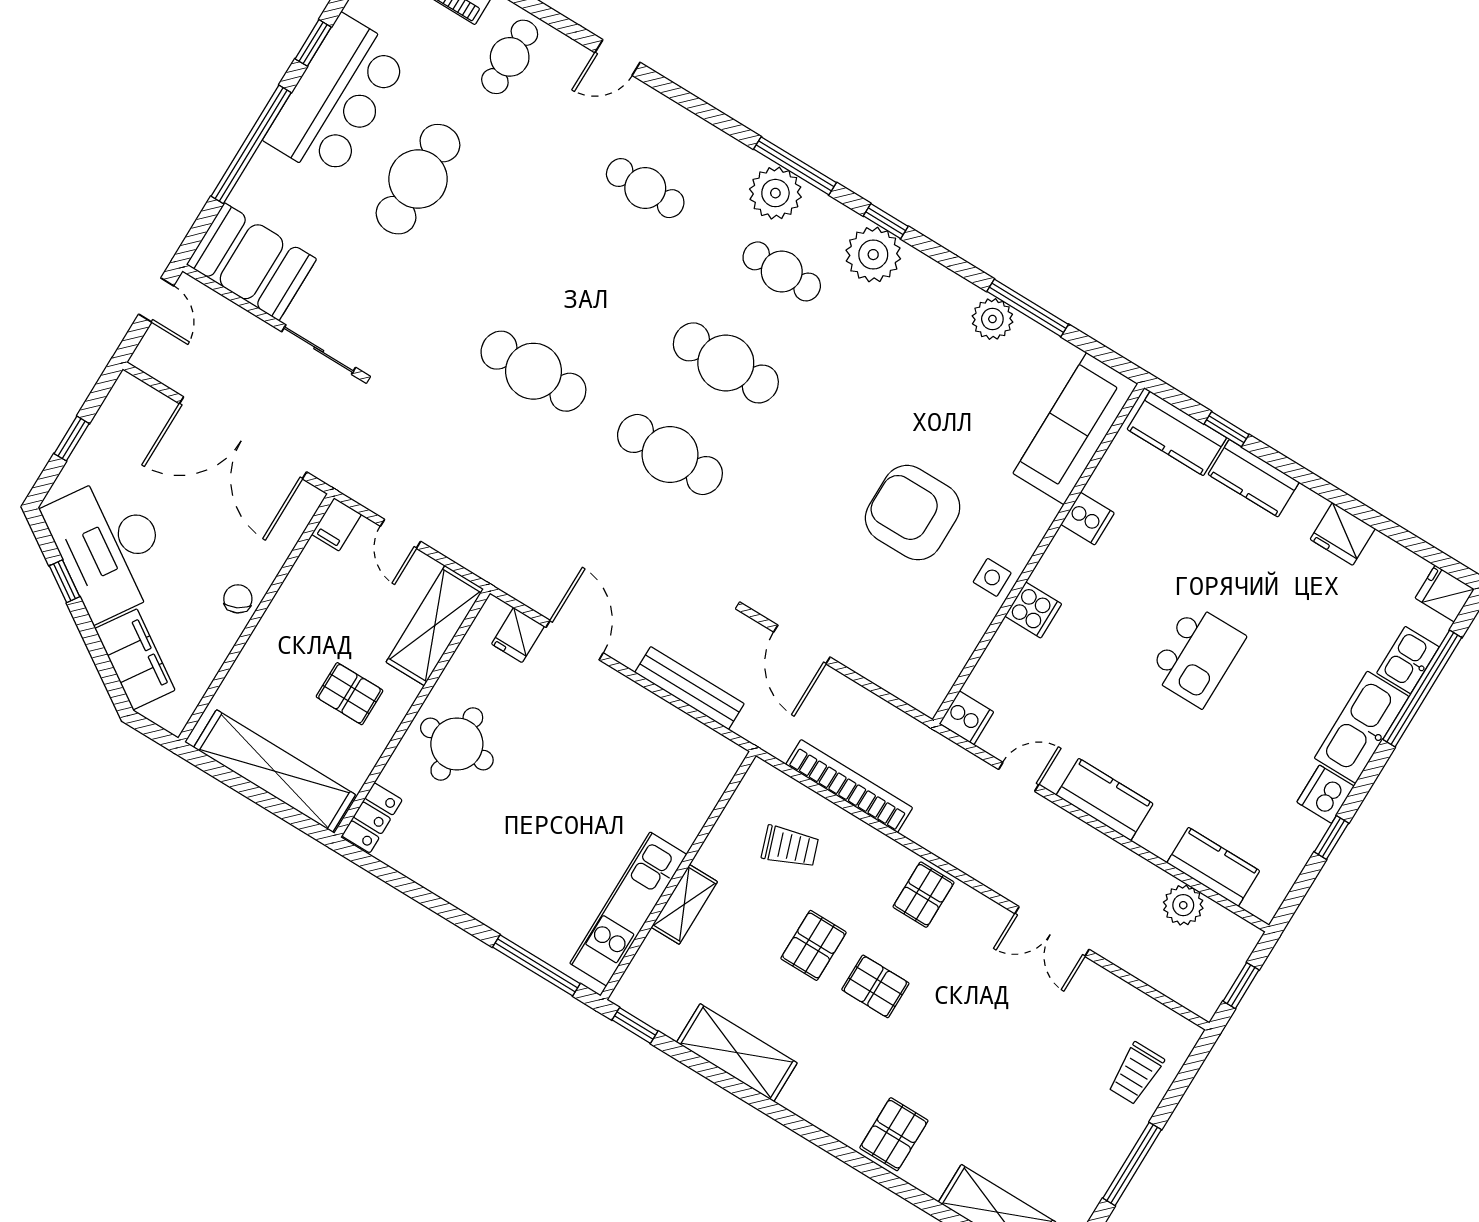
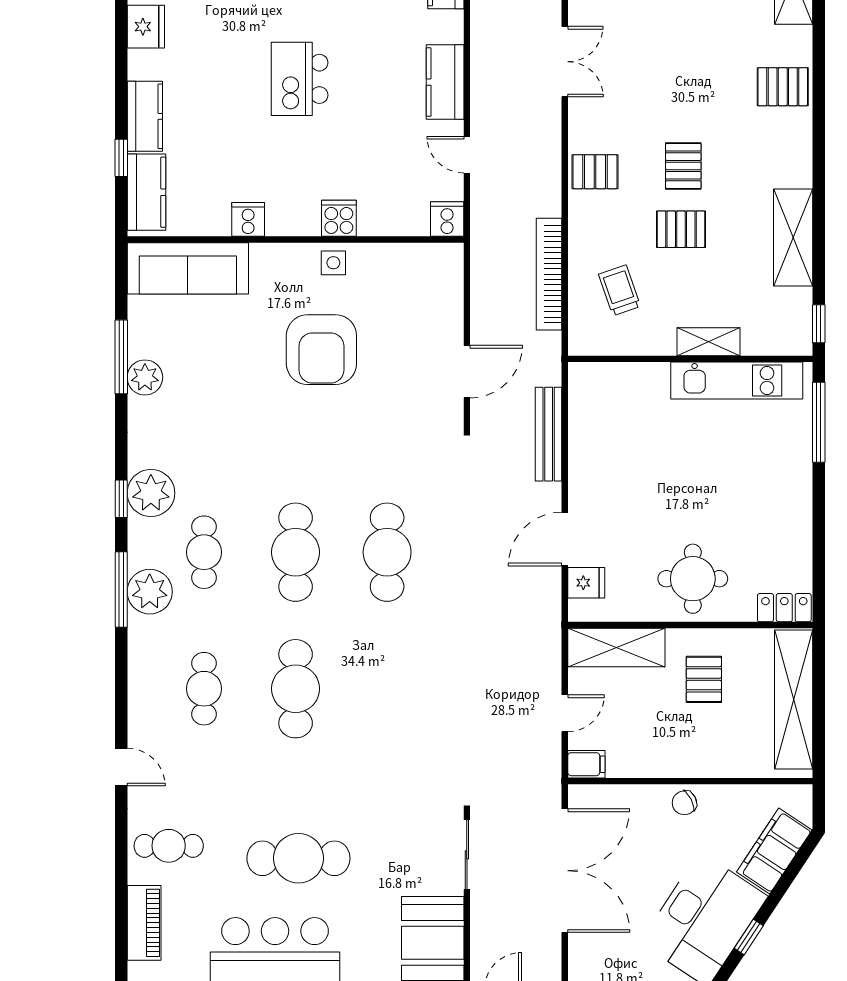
cafe table: (533, 371) -> (296, 689), moved
kitchen island: (1197, 656) -> (300, 79), turned -90

